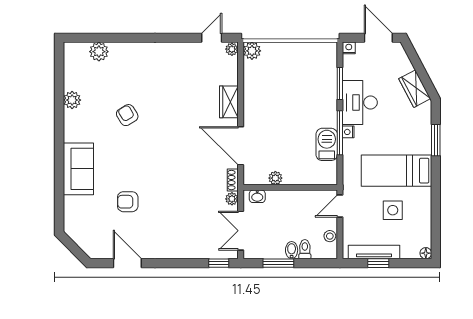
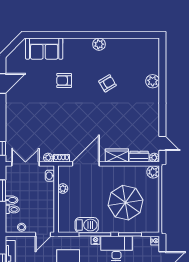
plant: (99, 52) -> (153, 81), moved
dresser: (230, 71) -> (139, 157), added
parasol: (295, 90) -> (126, 203), added
plant: (72, 100) -> (99, 44), moved
sofa: (78, 169) -> (44, 49), moved
armchair: (128, 202) -> (64, 80), moved, turned -90
door: (340, 206) -> (43, 234), swing flipped

